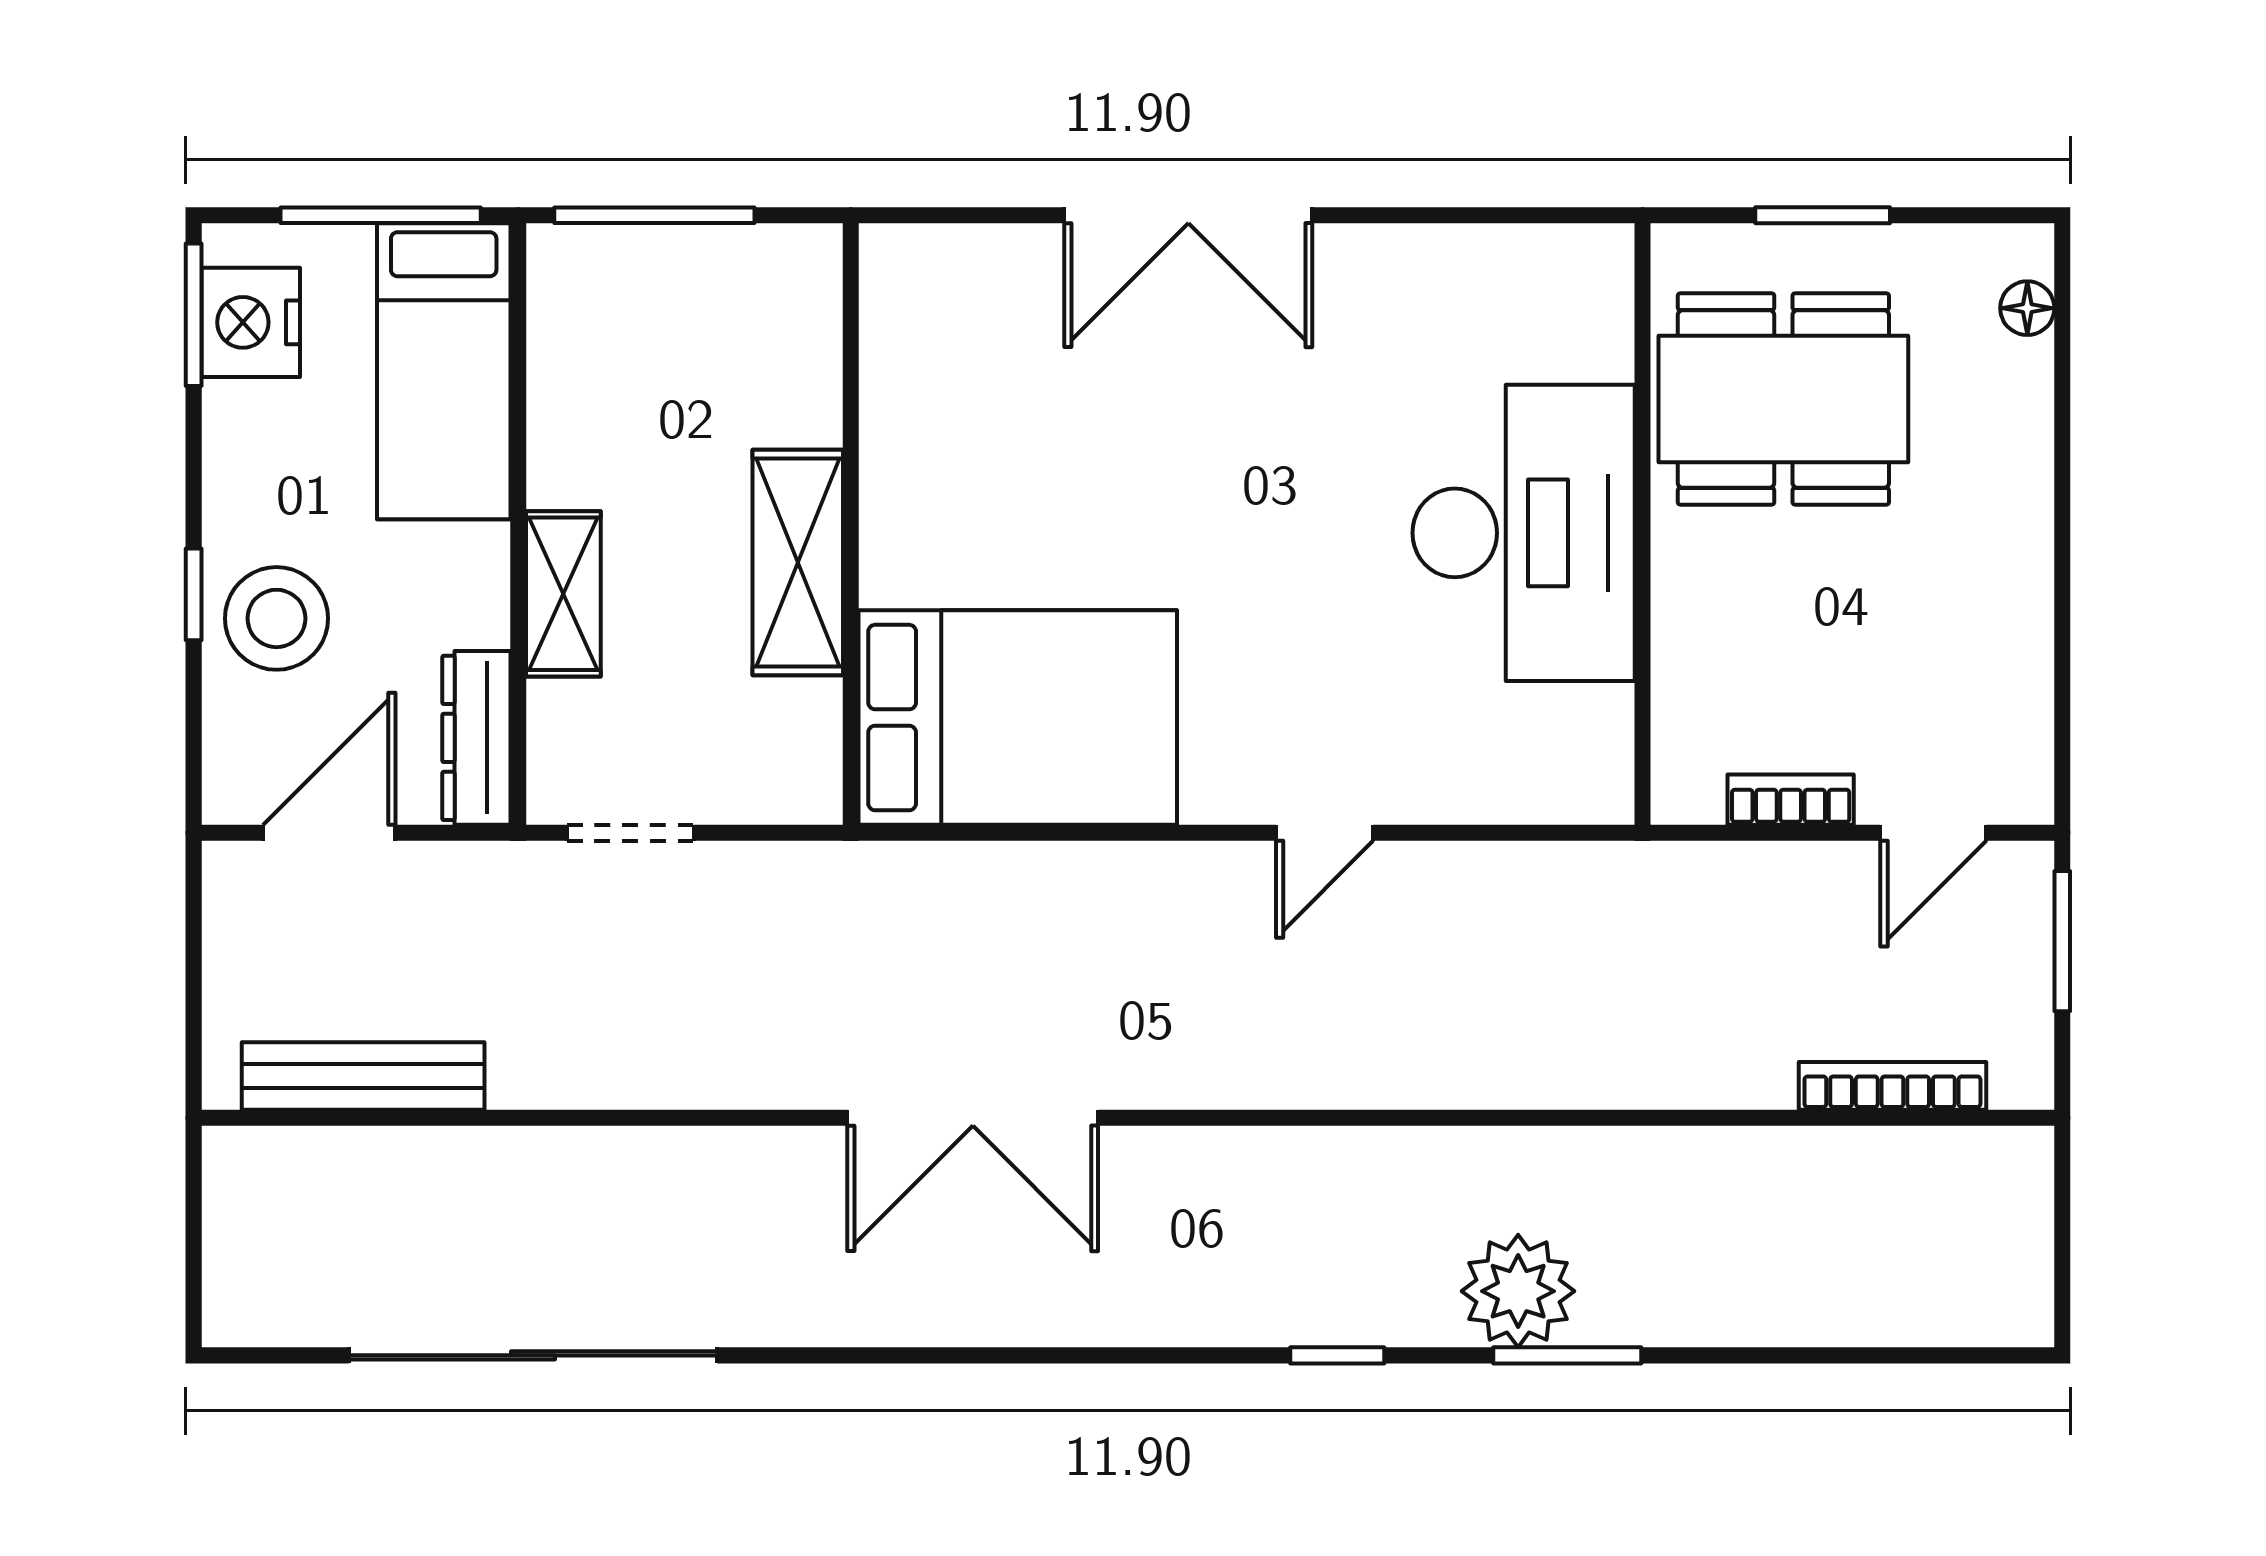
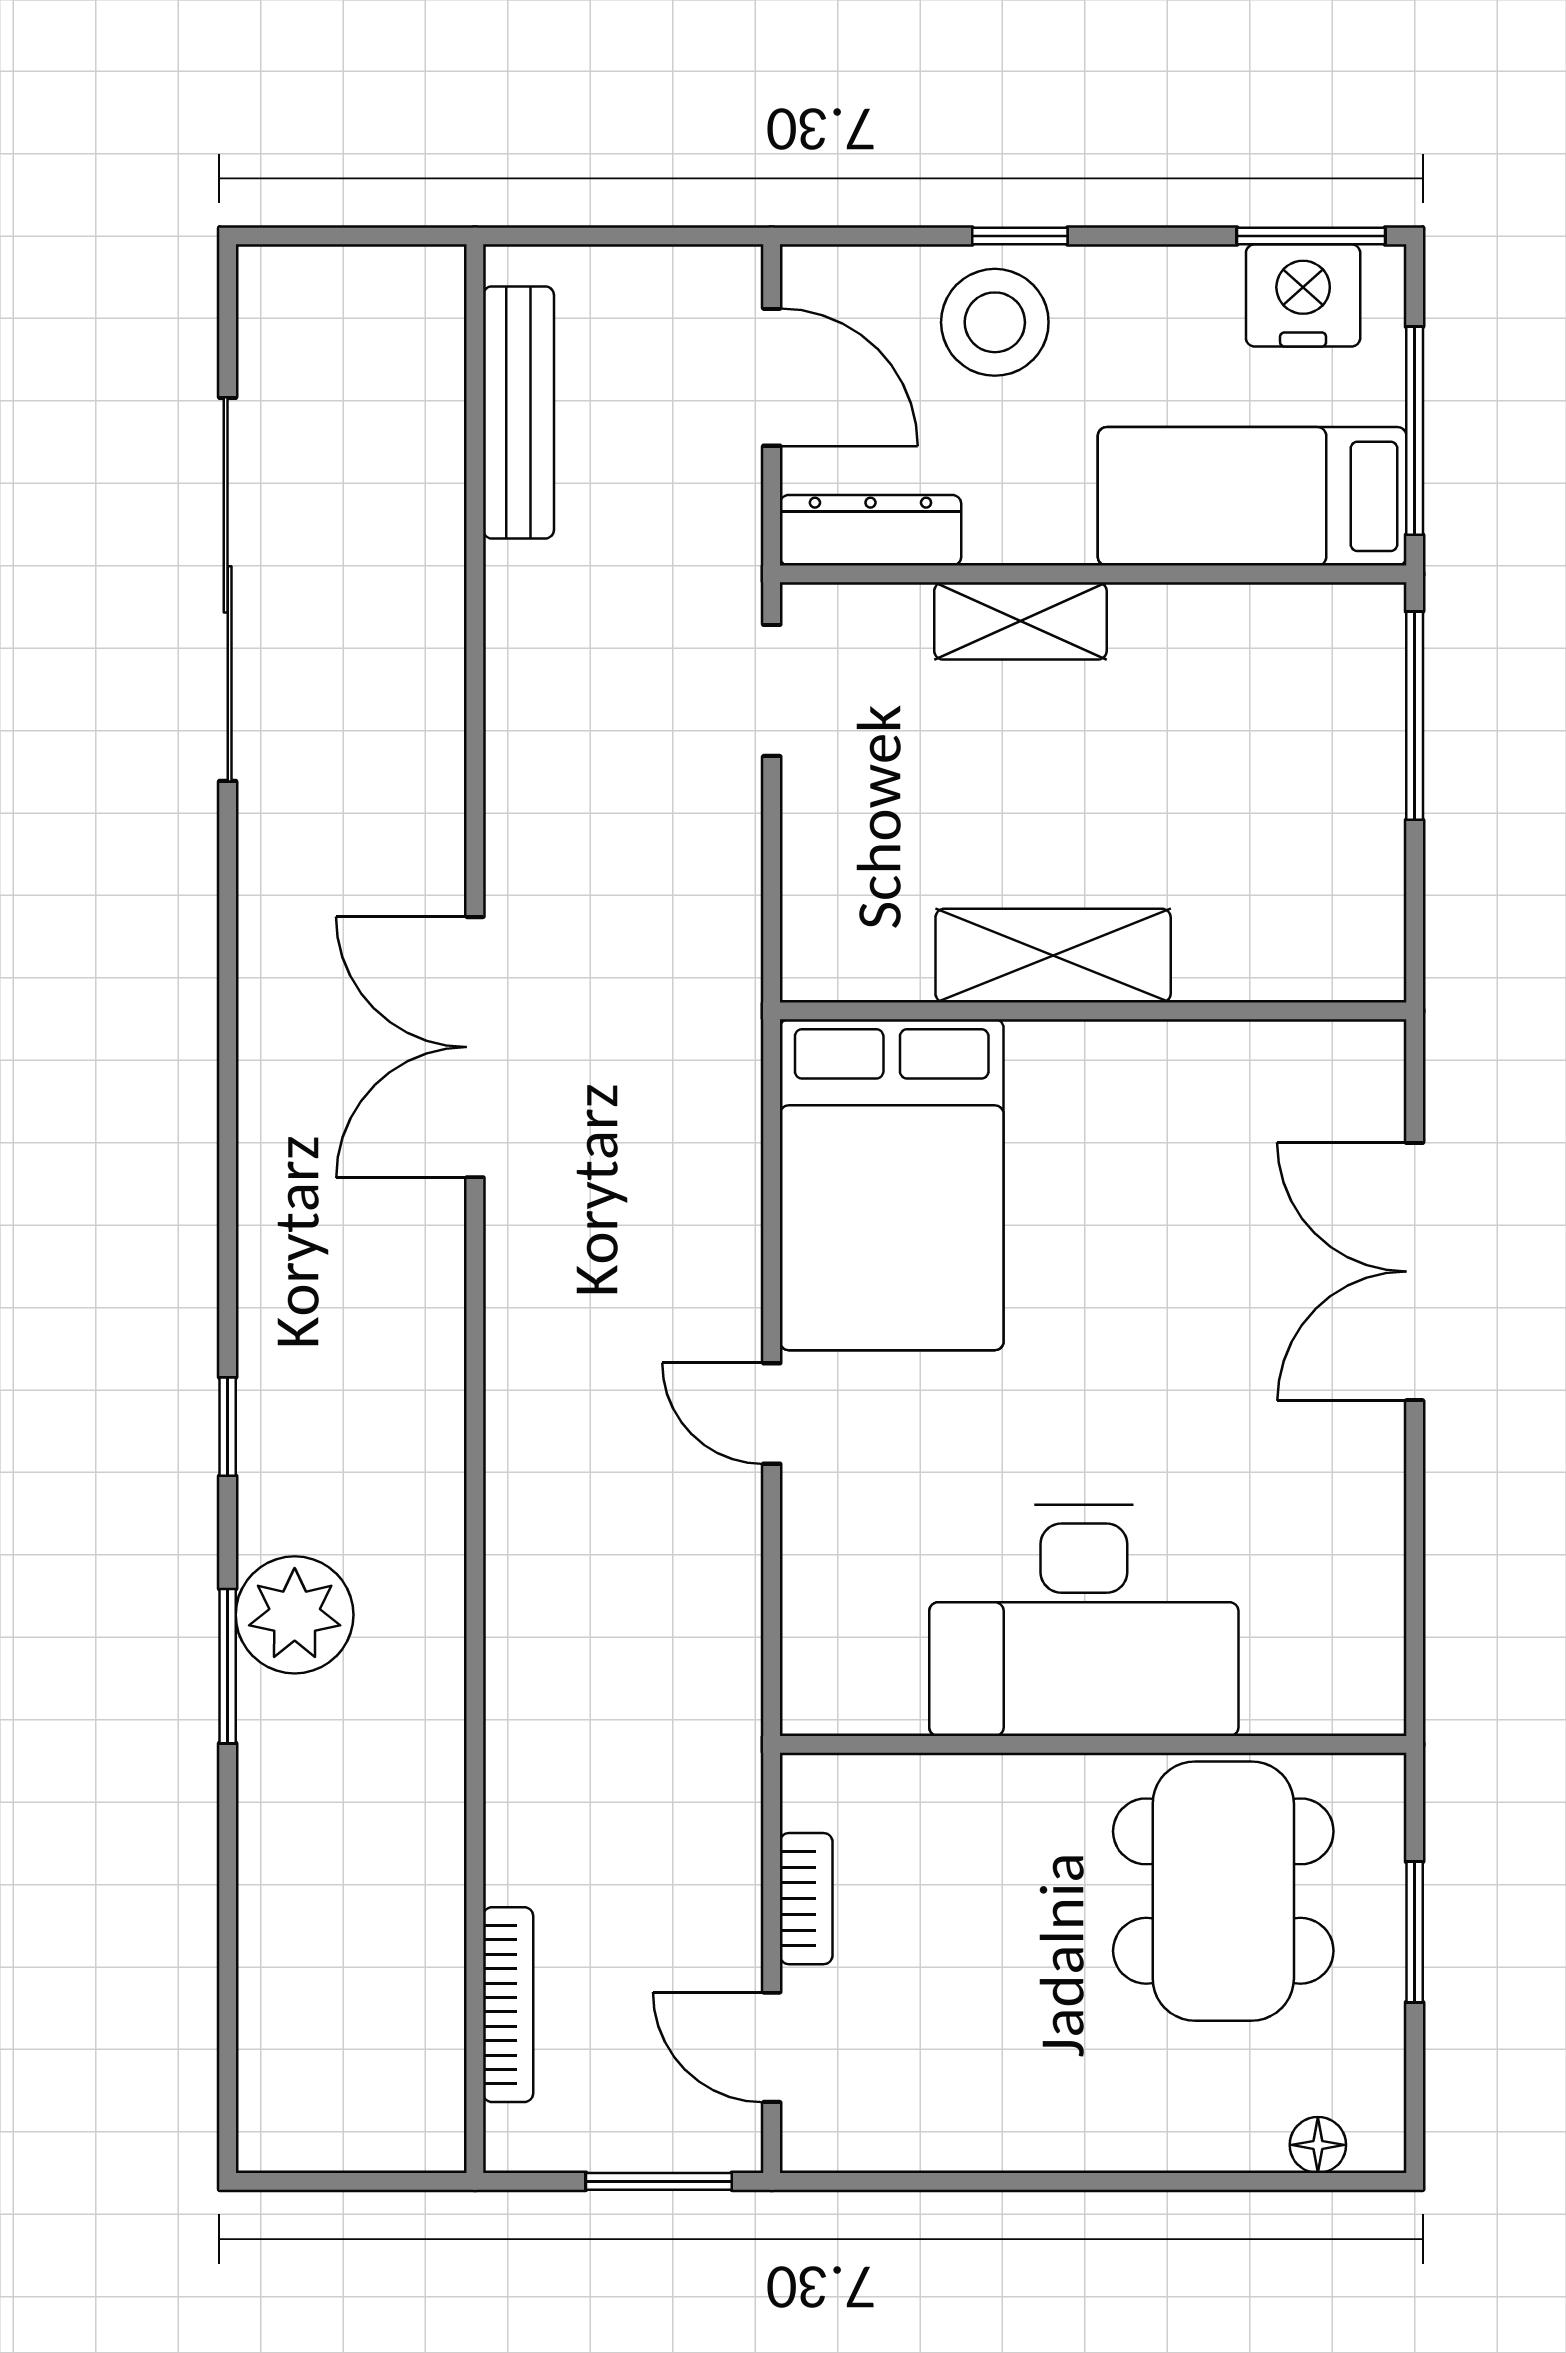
wall: (851, 524) -> (1093, 1011), moved
shelving: (798, 562) -> (1053, 956), moved
bed: (1018, 718) -> (892, 1185), moved

